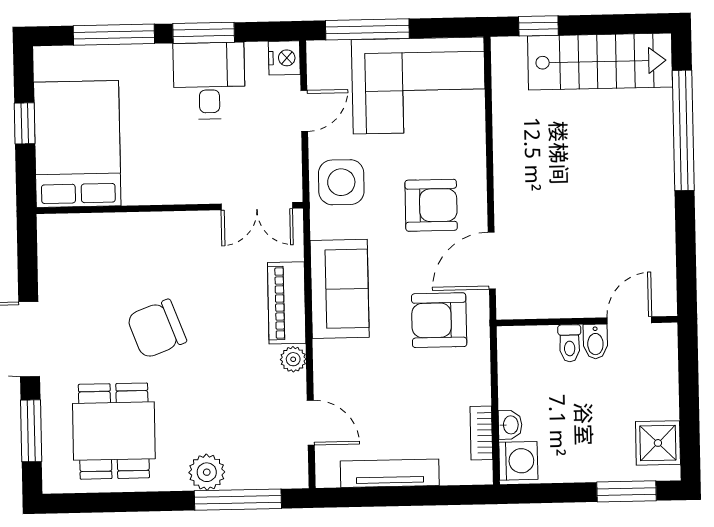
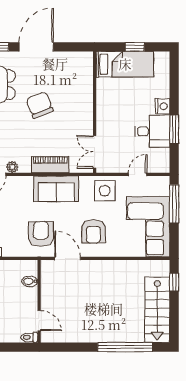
window: (114, 35) -> (174, 88), removed
nightstand: (284, 58) -> (163, 106), moved, turned -90
door: (304, 111) -> (138, 174), swing flipped
bed: (77, 144) -> (125, 64), width x0.67
bidet: (595, 342) -> (30, 281), moved
toilet: (570, 343) -> (29, 337), moved
plant: (293, 359) -> (12, 167), moved

